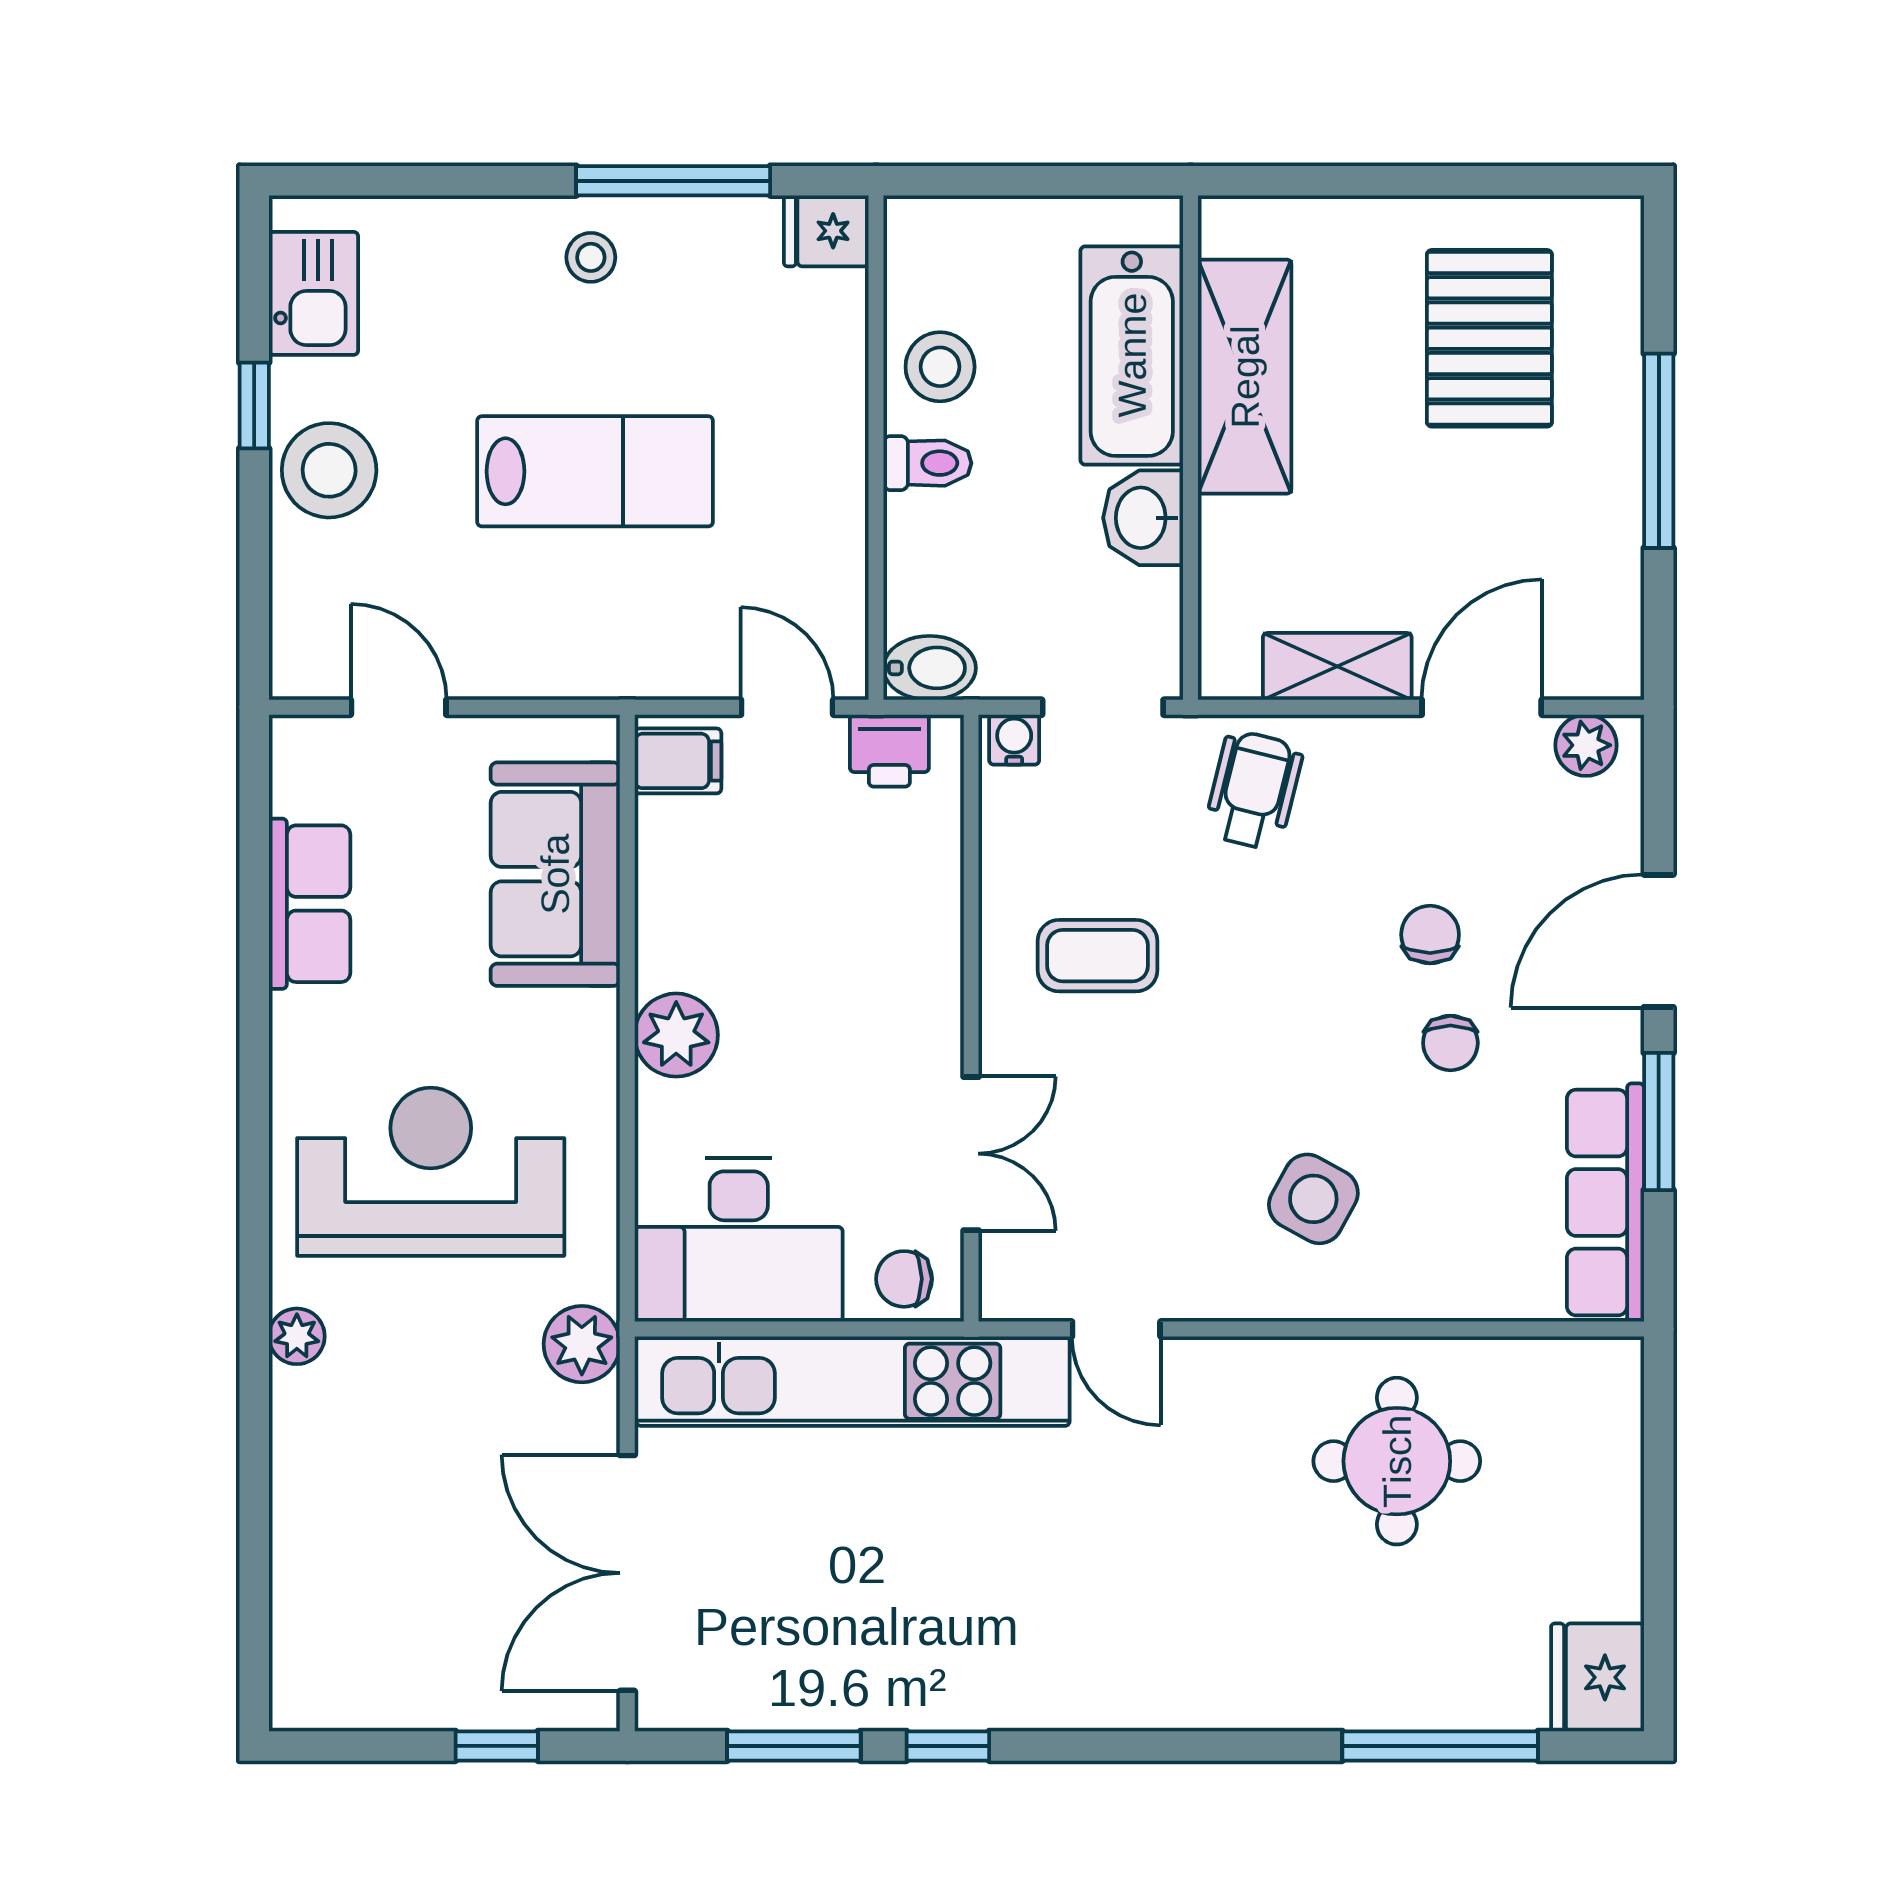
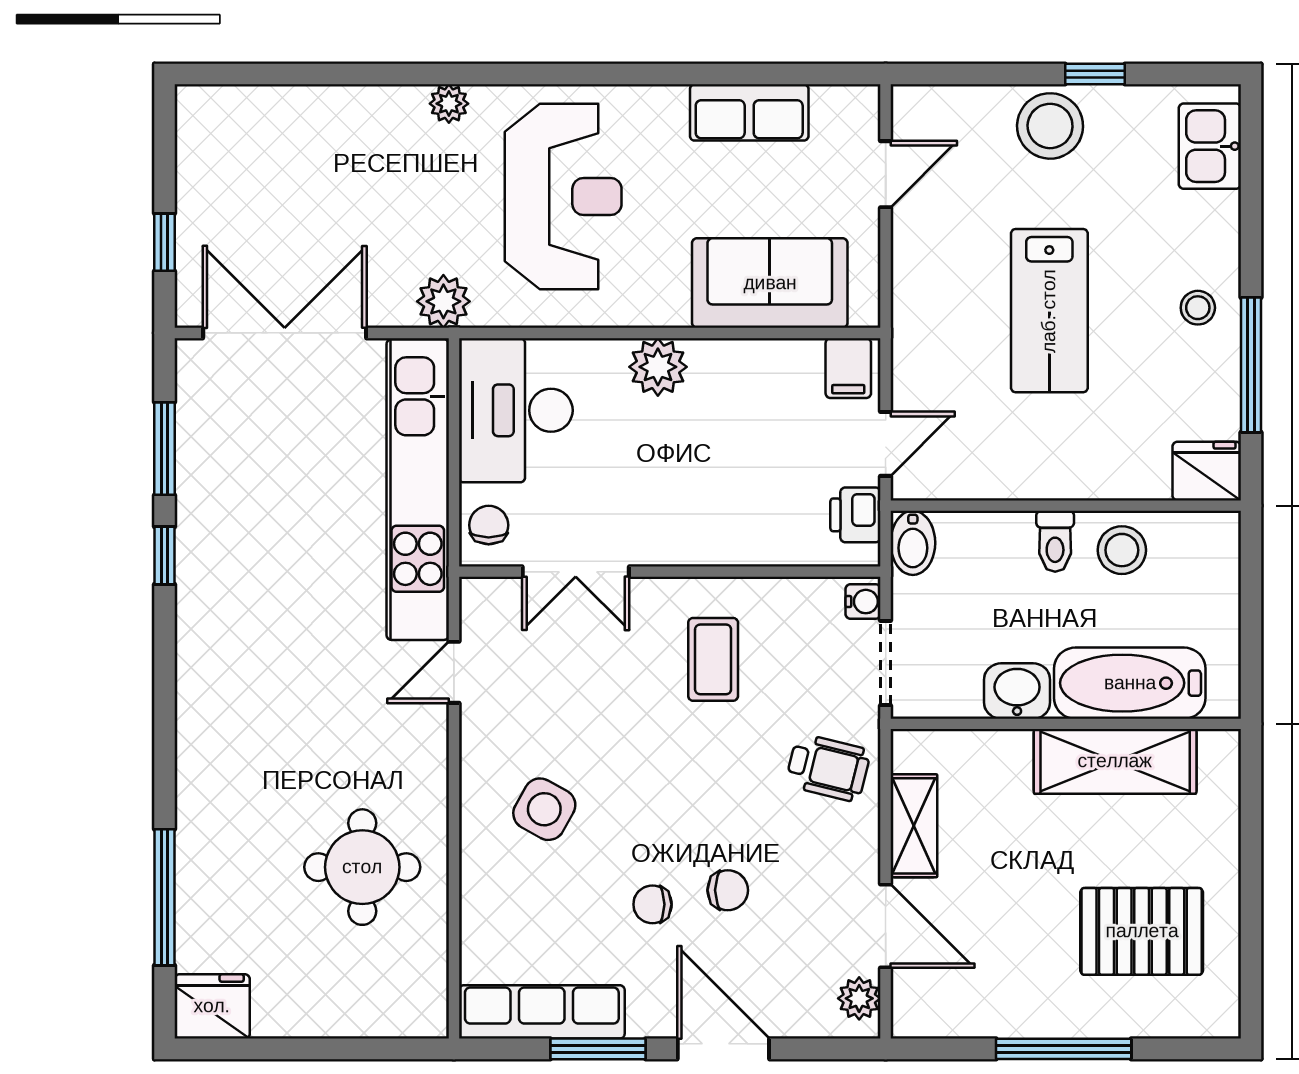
fridge: (826, 231) -> (1207, 471), width x1.38
kitchen sink: (314, 293) -> (1210, 146), moved, turned 90

